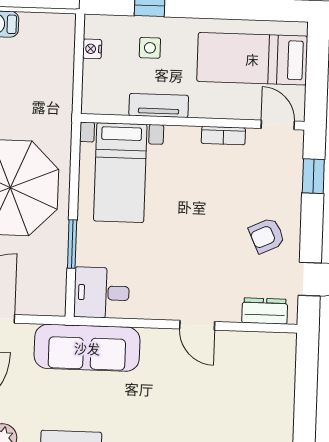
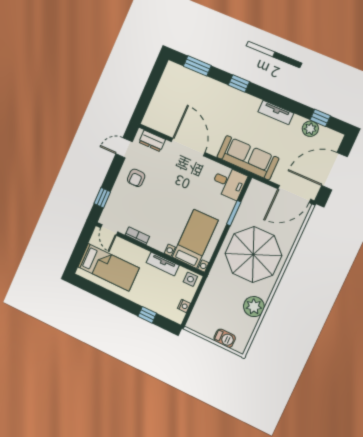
side table: (150, 48) -> (190, 279), moved
armchair: (267, 235) -> (136, 178), turned 115
door: (197, 325) -> (188, 147), width x1.87

